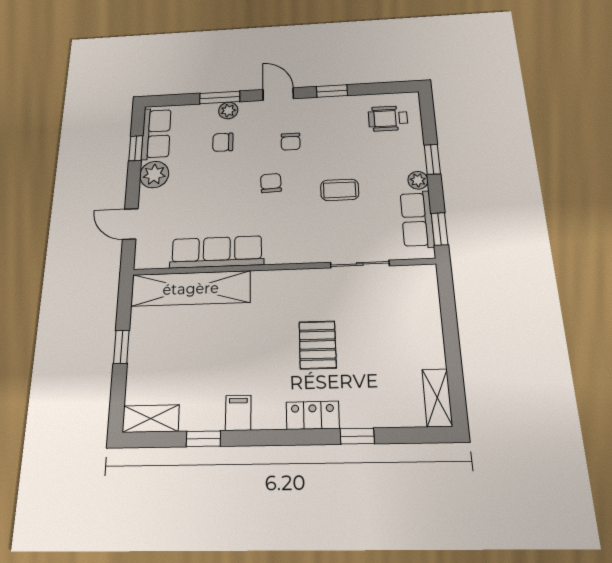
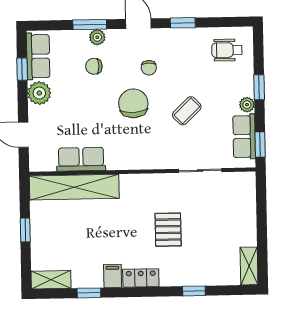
chair: (271, 183) -> (133, 103), width x1.87, depth x1.87
coffee table: (340, 190) -> (187, 111), turned -44
row of seats: (217, 252) -> (81, 159), width x0.68
locker: (313, 415) -> (141, 278), moved

